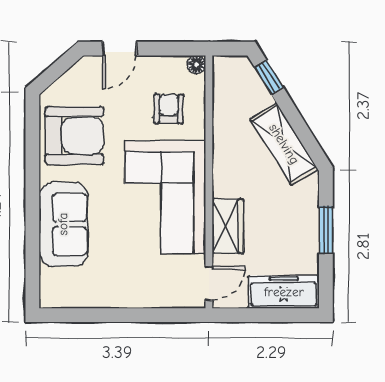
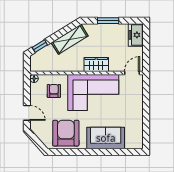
armchair: (169, 109) -> (54, 91), turned 89
wardrobe: (228, 226) -> (96, 64), moved
door: (209, 283) -> (132, 73), hinge flipped
freezer: (284, 292) -> (136, 35), width x0.71

